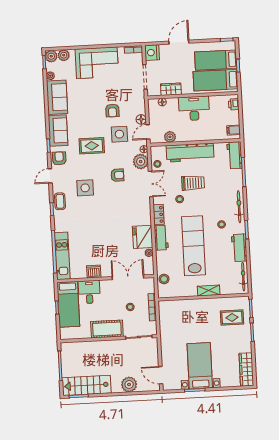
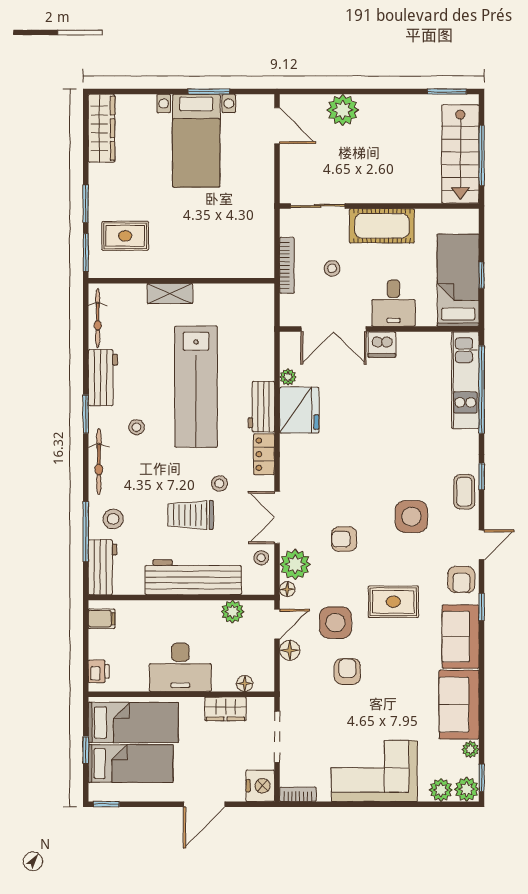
dishwasher: (94, 272) -> (382, 345), moved
stool: (164, 279) -> (113, 519), moved
desk: (89, 292) -> (394, 303), moved
stairs: (87, 385) -> (460, 154), moved, turned 90

